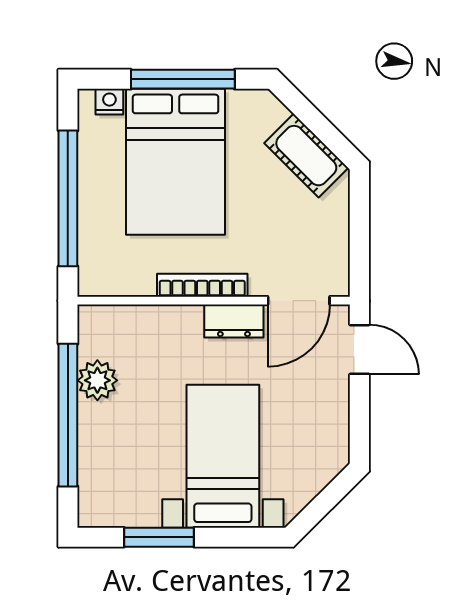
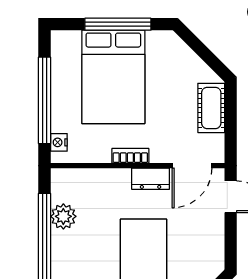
nightstand: (109, 102) -> (59, 142), moved, turned -90
cot: (306, 156) -> (211, 108), moved, turned 45
bookcase: (202, 285) -> (130, 156), width x0.64

